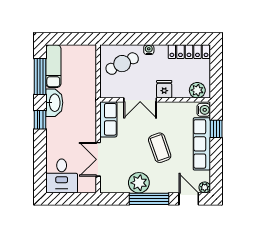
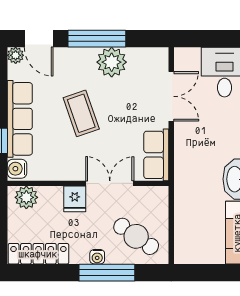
window: (142, 39) -> (107, 273), added
cafe table: (122, 64) -> (136, 236), turned 61

